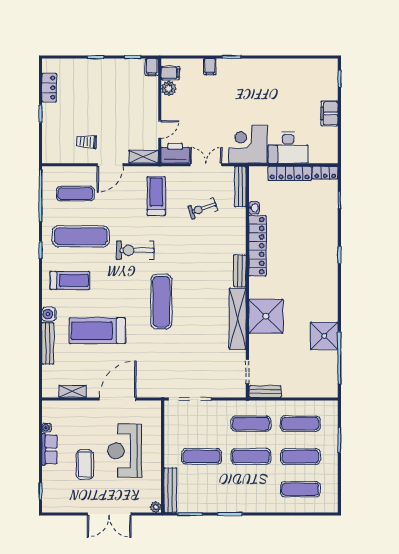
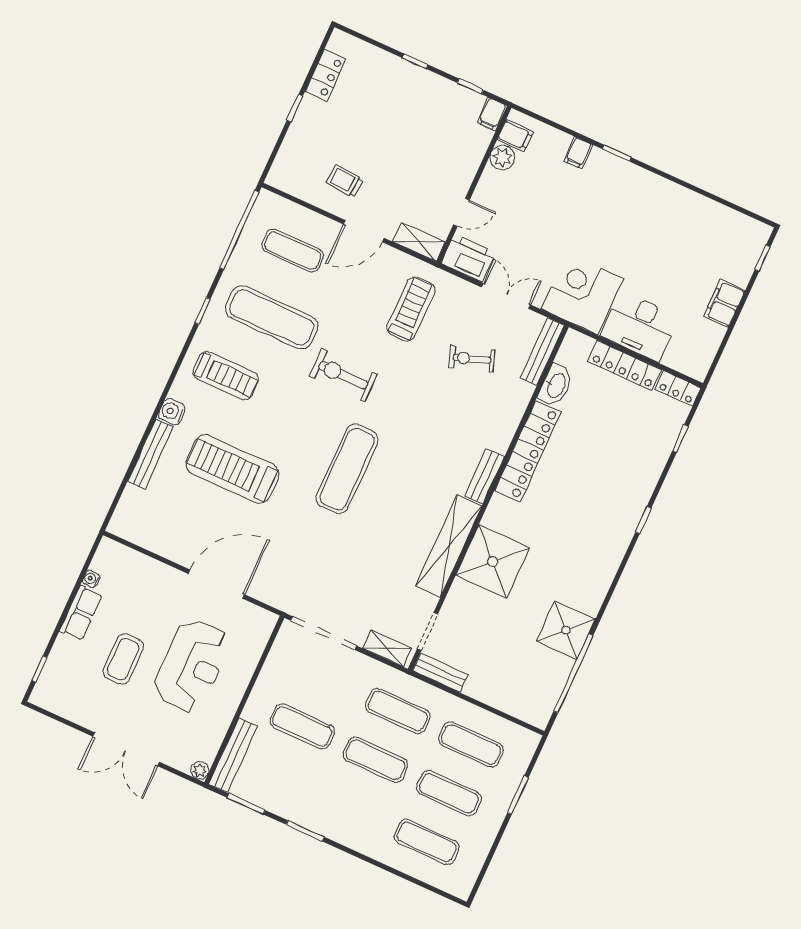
washbasin: (254, 208) -> (556, 385), width x1.91, depth x1.45
shelving: (73, 391) -> (387, 648), moved
reception desk: (125, 451) -> (192, 666), turned 180

